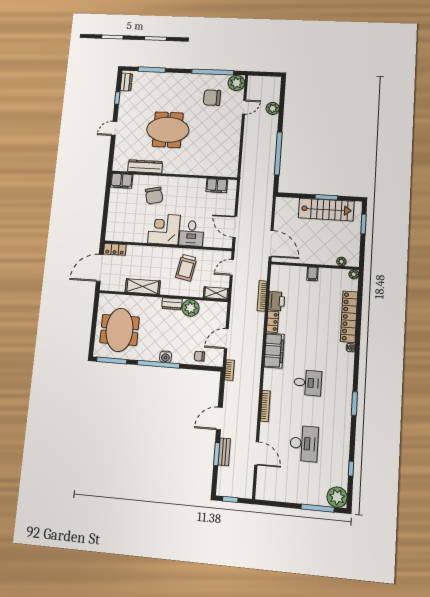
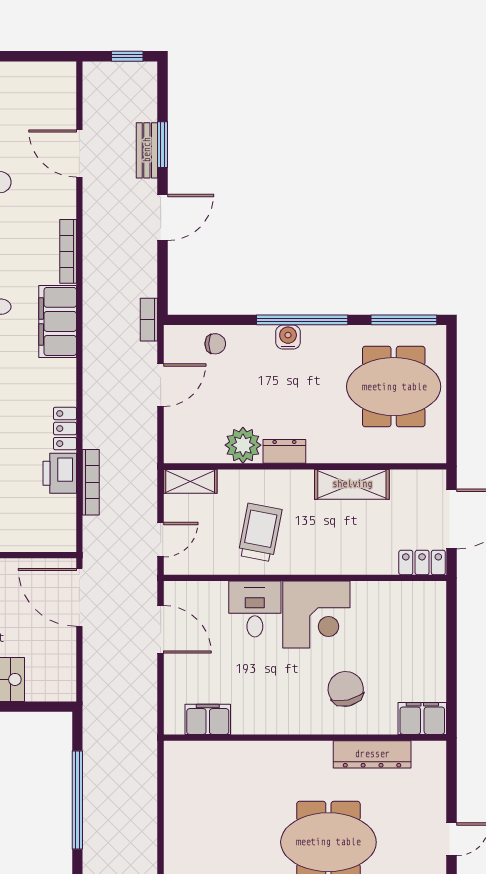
meeting table: (120, 330) -> (394, 387), turned 90
filing cabinet: (274, 351) -> (58, 321), moved

